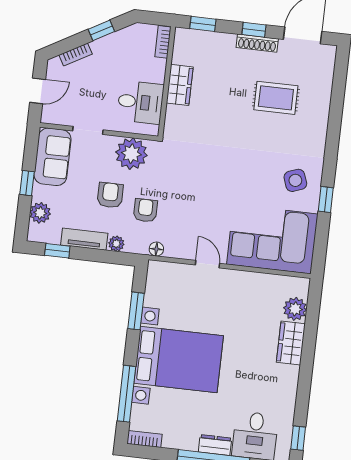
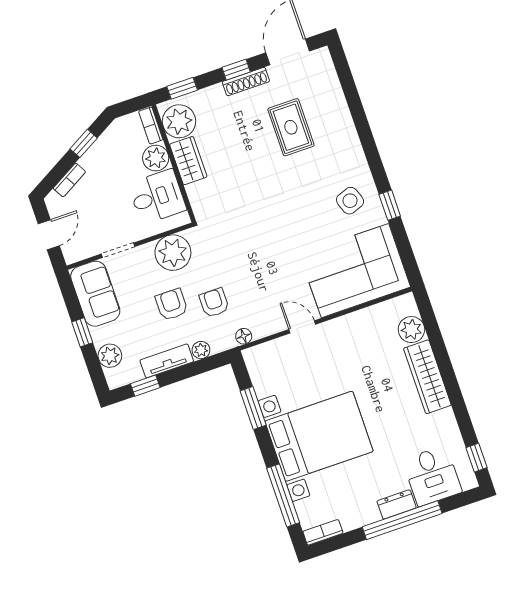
plant: (187, 49) -> (179, 121), added
plant: (154, 70) -> (156, 158), added
rug: (276, 98) -> (291, 127), turned 90
wardrobe: (291, 343) -> (427, 377), width x1.50

